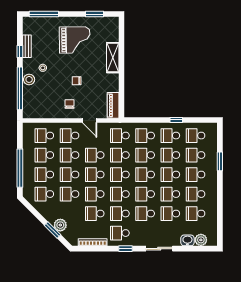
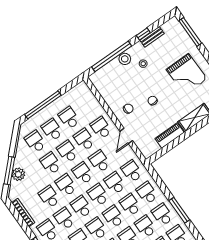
piano: (113, 105) -> (170, 136), moved
window: (176, 120) -> (179, 210), width x2.17
school desk: (44, 136) -> (86, 106), removed
window: (53, 230) -> (9, 171), width x1.44

